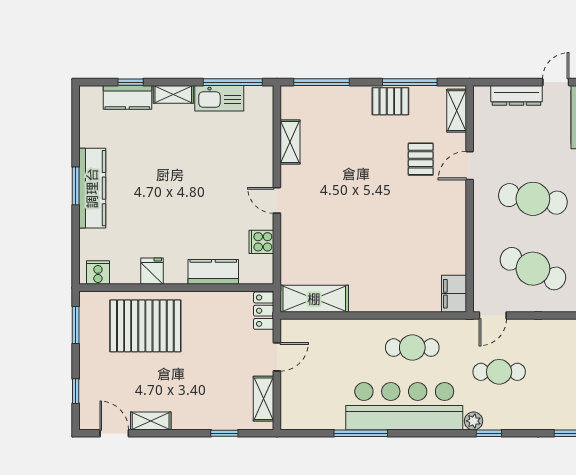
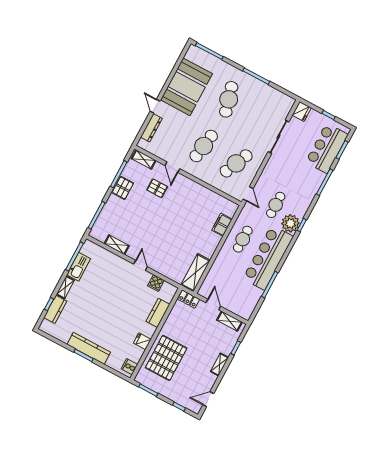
door: (277, 200) -> (141, 265), swing flipped
filing cabinet: (454, 294) -> (222, 225), moved, turned 90
shelving: (151, 421) -> (220, 365), moved
plant: (473, 421) -> (290, 223), width x1.88, depth x1.88

